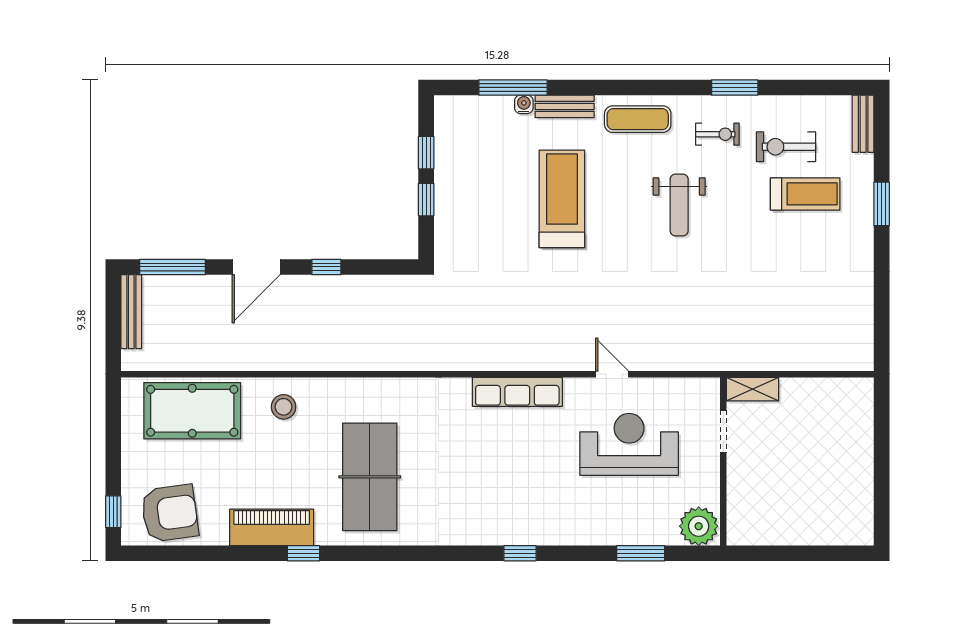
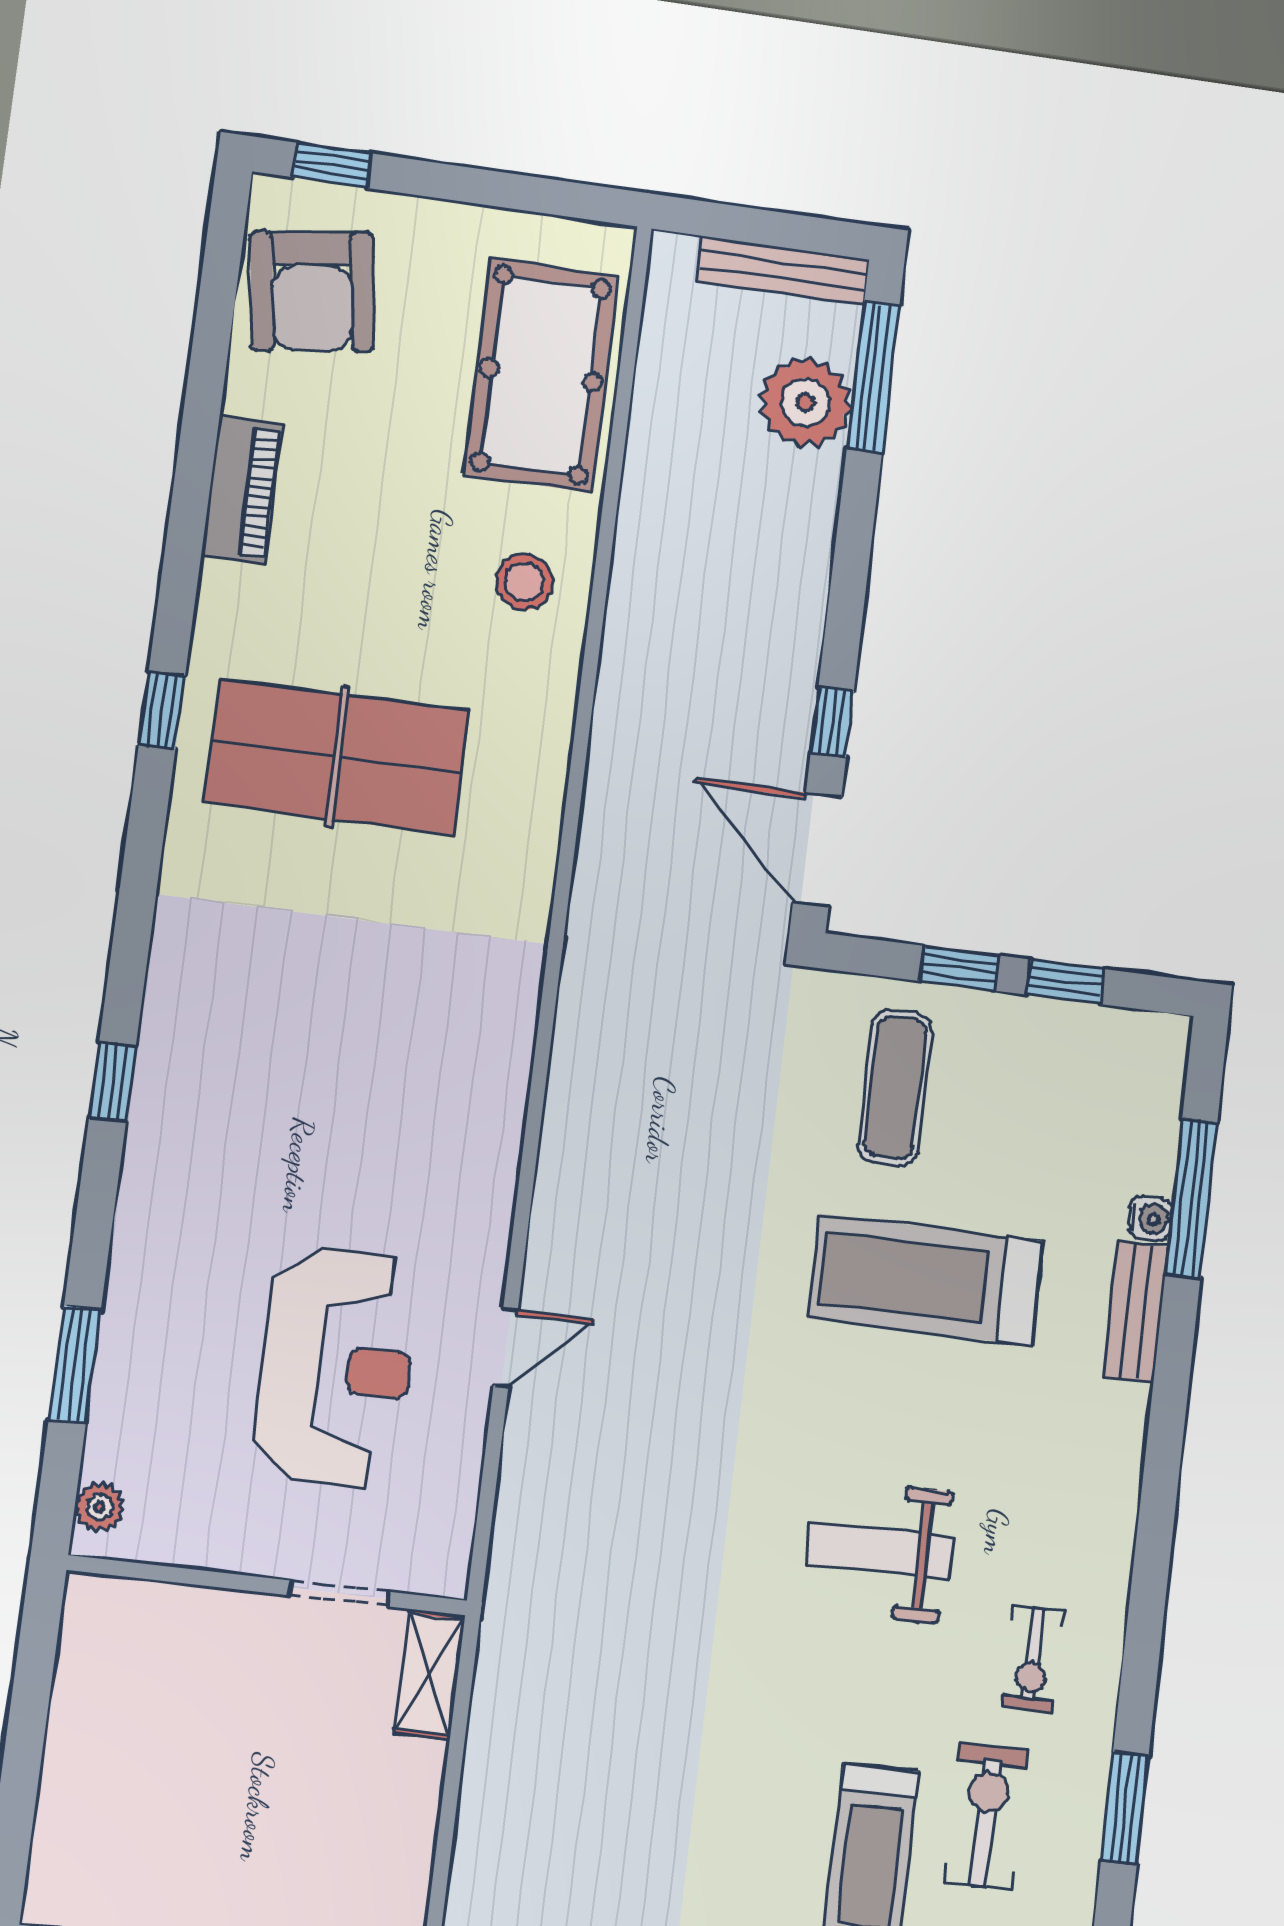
window: (735, 87) -> (1125, 1808), moved
exercise mat: (638, 119) -> (895, 1088), moved
treadmill: (562, 199) -> (925, 1280), turned 180
door: (256, 267) -> (817, 850), moved
plant: (188, 295) -> (805, 402), added
row of seats: (517, 392) -> (492, 1122), removed
plant: (699, 526) -> (99, 1507), width x0.53, depth x0.53
piano: (272, 527) -> (242, 490), width x0.73, depth x0.75
window: (303, 553) -> (162, 710), moved

